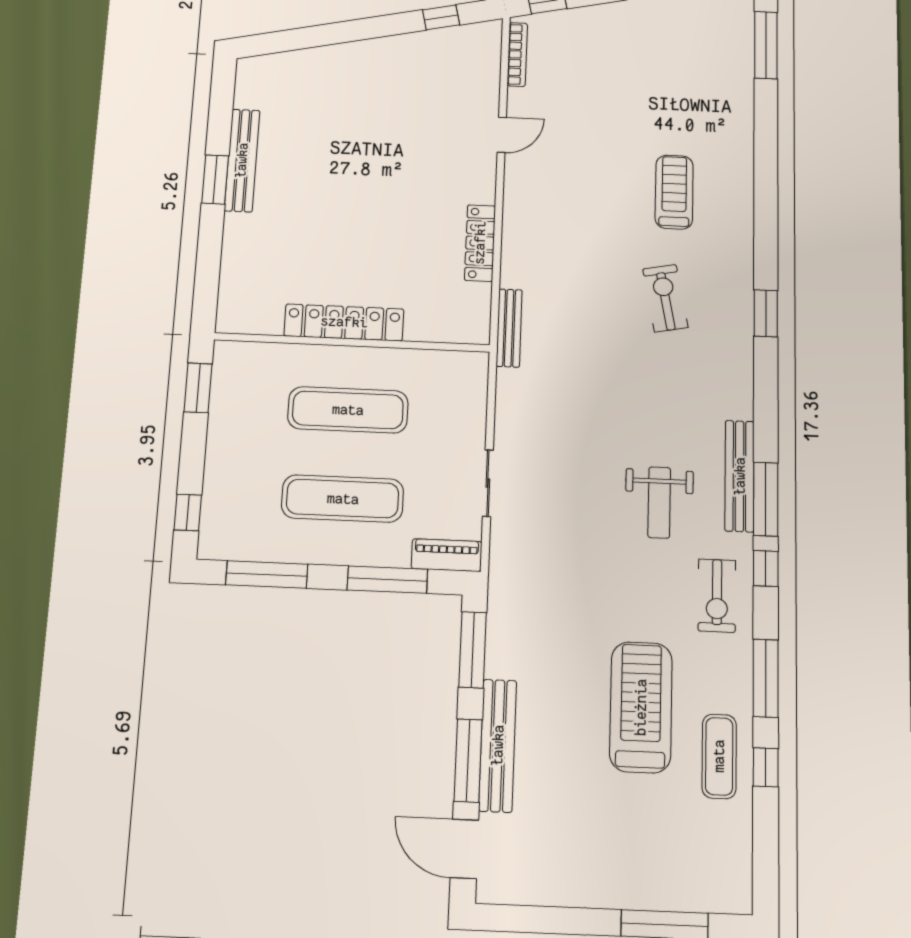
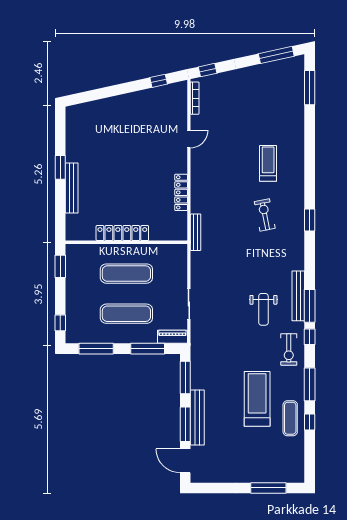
bench: (242, 160) -> (72, 188), moved

